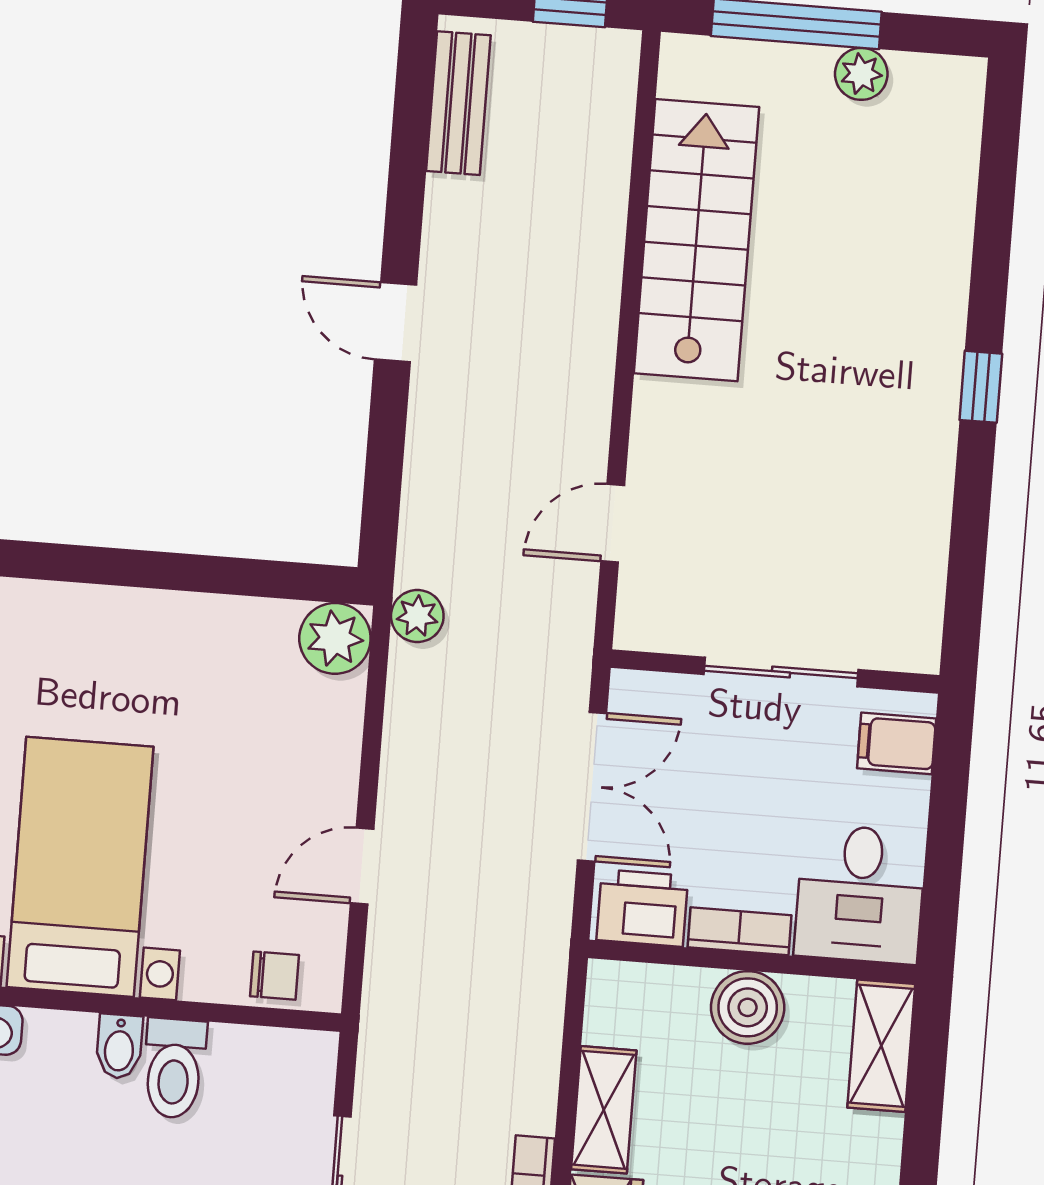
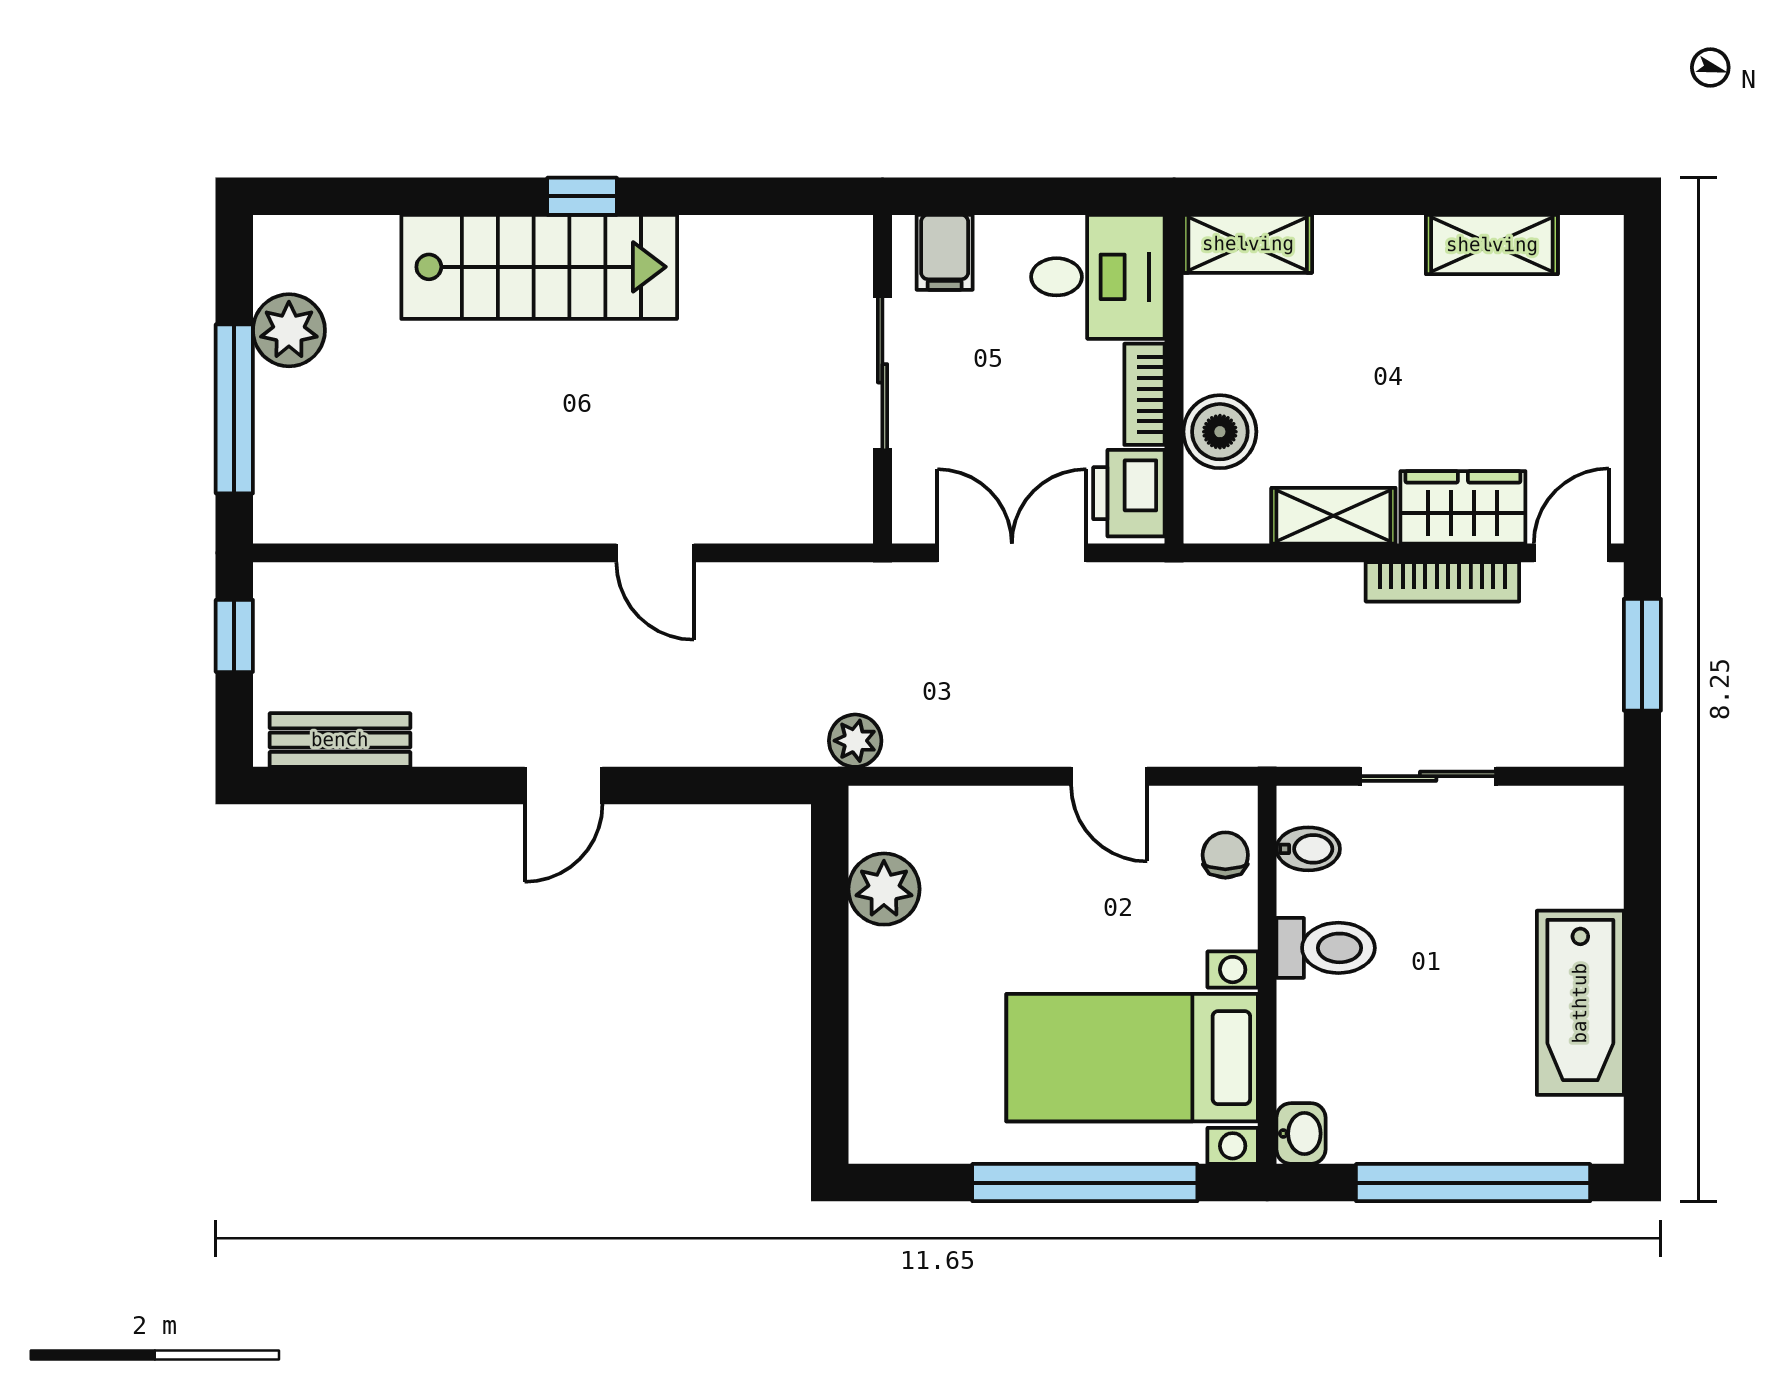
plant: (861, 74) -> (289, 330), width x1.38, depth x1.38
stairs: (696, 240) -> (539, 267), moved, turned 180
door: (613, 523) -> (655, 553), moved
plant: (335, 638) -> (884, 889), moved
boiler: (748, 1007) -> (1220, 432), moved
bidet: (119, 1046) -> (1308, 849), moved

